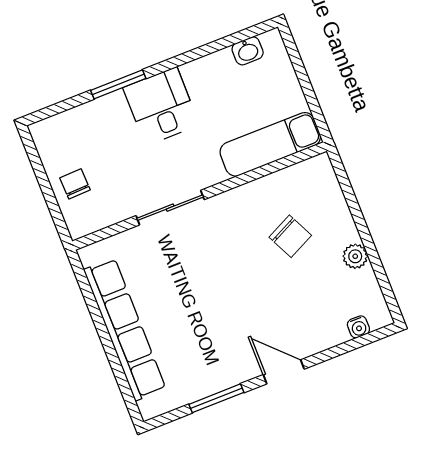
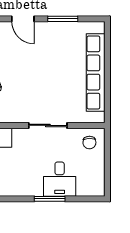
desk: (161, 106) -> (60, 179), moved
chair: (75, 184) -> (89, 143), moved

